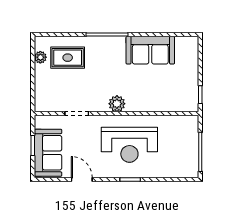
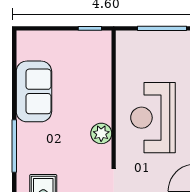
reception desk: (129, 145) -> (153, 118), turned 180

